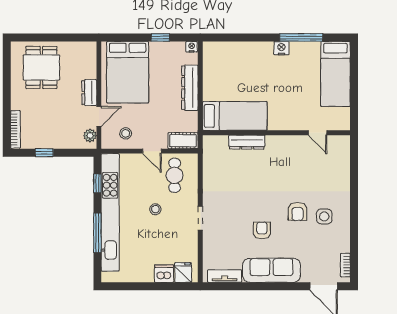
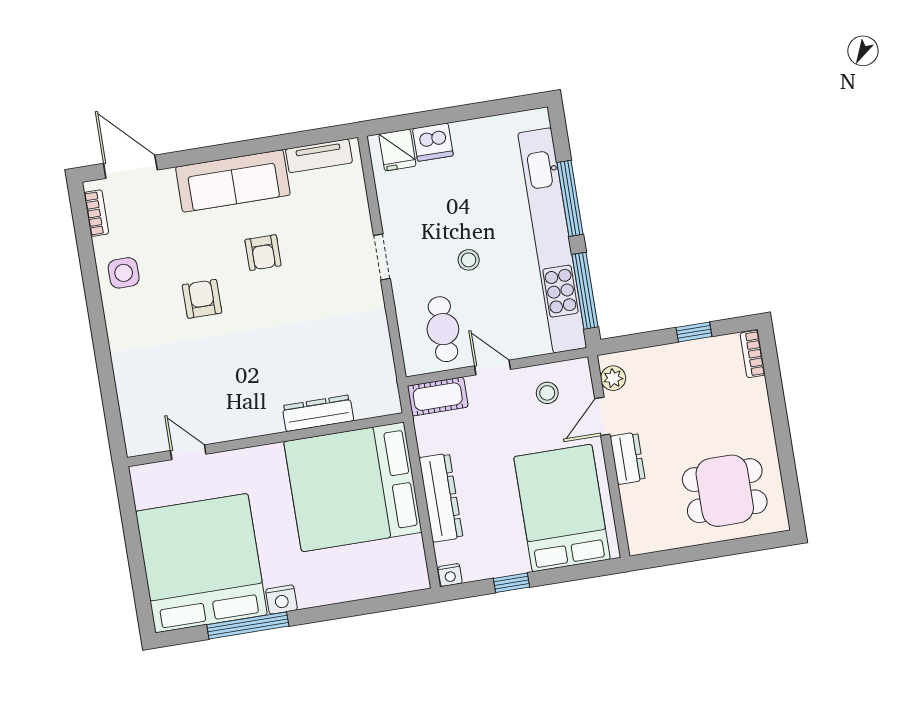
dining table: (41, 67) -> (725, 491), turned 90
bed: (335, 74) -> (201, 563), width x2.04
bed: (235, 116) -> (353, 487), width x2.04
bookcase: (15, 129) -> (753, 354), width x0.64
window: (97, 183) -> (585, 291), width x2.17
side table: (324, 216) -> (124, 273), moved

